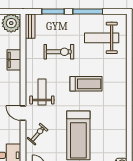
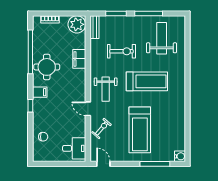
weight bench: (102, 38) -> (162, 38), turned 90
treadmill: (86, 84) -> (147, 81), width x1.37, depth x1.38
weight bench: (42, 92) -> (106, 89), turned 180

